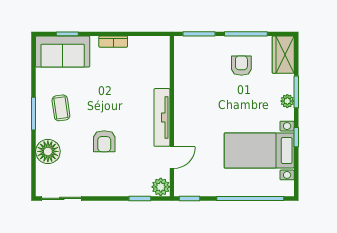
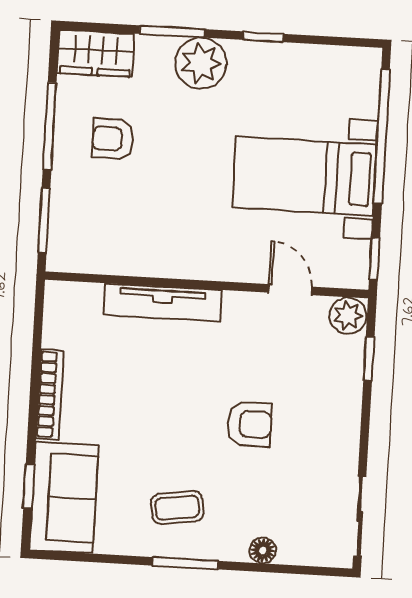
bookcase: (113, 42) -> (50, 394), width x1.56
plant: (287, 101) -> (201, 63), width x1.87, depth x1.87
tv unit: (162, 117) -> (162, 302), moved
floor lamp: (48, 151) -> (263, 550), width x0.53, depth x0.53
bed with nightstands: (259, 151) -> (305, 176), moved, turned 90

